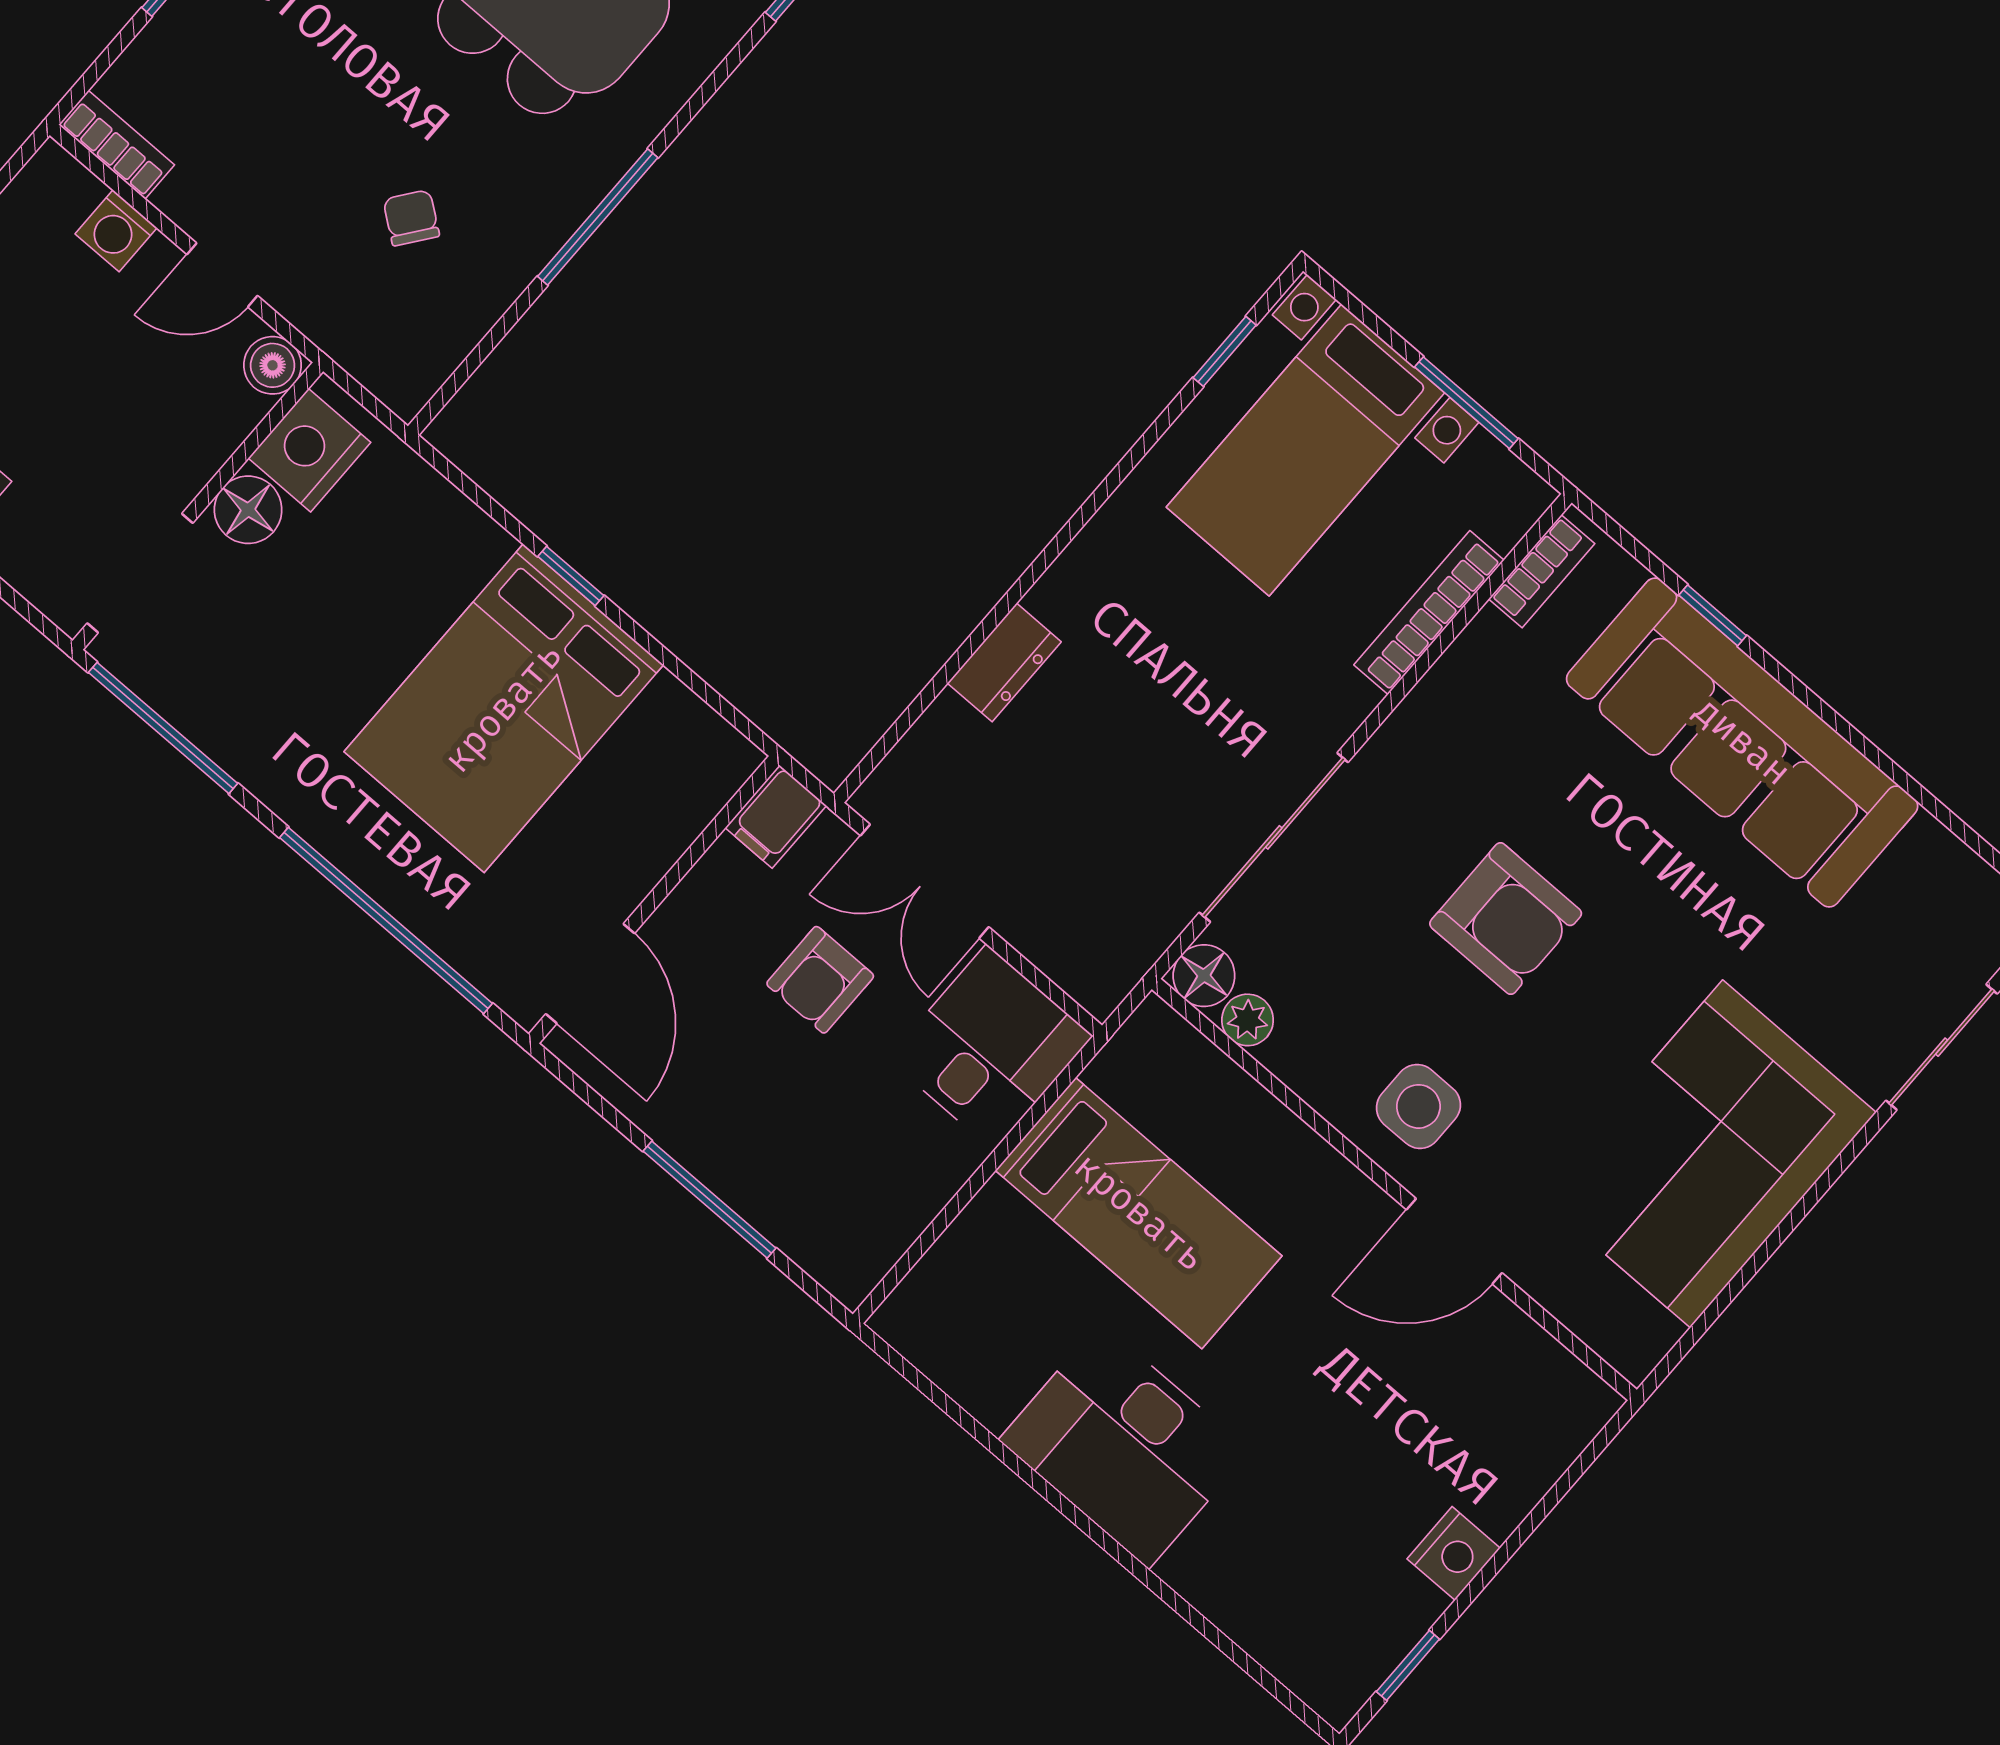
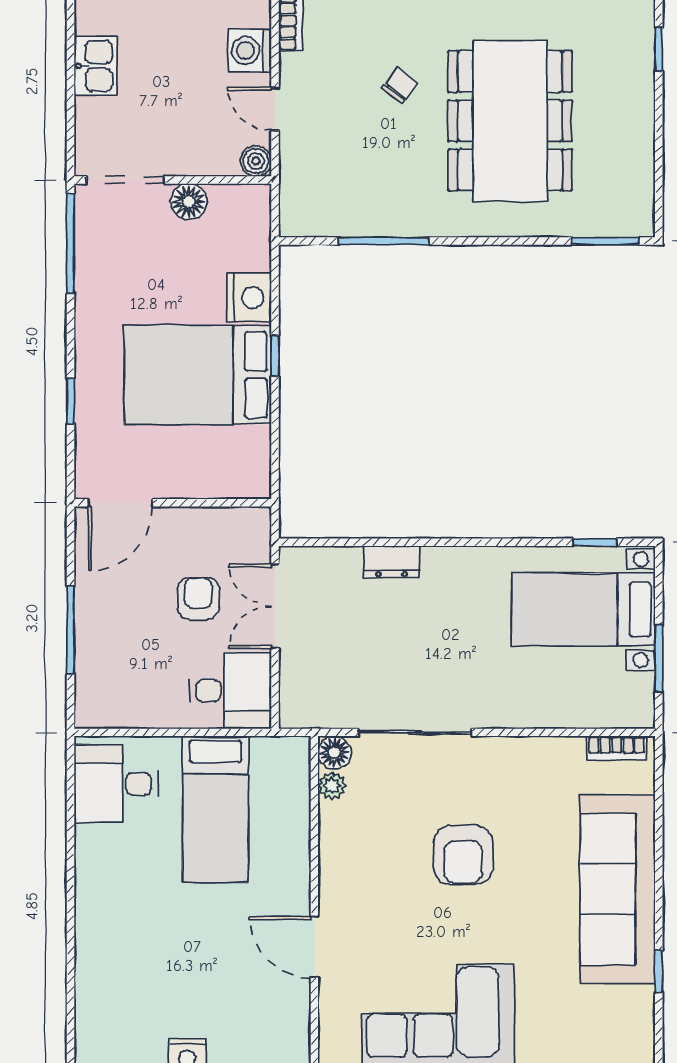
window: (598, 217) -> (384, 241), moved
chair: (411, 218) -> (400, 86), moved
washing machine: (116, 231) -> (250, 50), width x1.38, depth x1.38
nightstand: (310, 450) -> (249, 298), moved, turned 90
bookcase: (1429, 613) -> (561, 717), removed
window: (1713, 615) -> (659, 971), moved
filing cabinet: (776, 817) -> (249, 523), removed
window: (386, 920) -> (70, 401), width x0.32
armchair: (820, 980) -> (198, 598), turned 90
side table: (1418, 1106) -> (356, 885), removed
desk: (1124, 1446) -> (116, 784), moved, width x0.73

